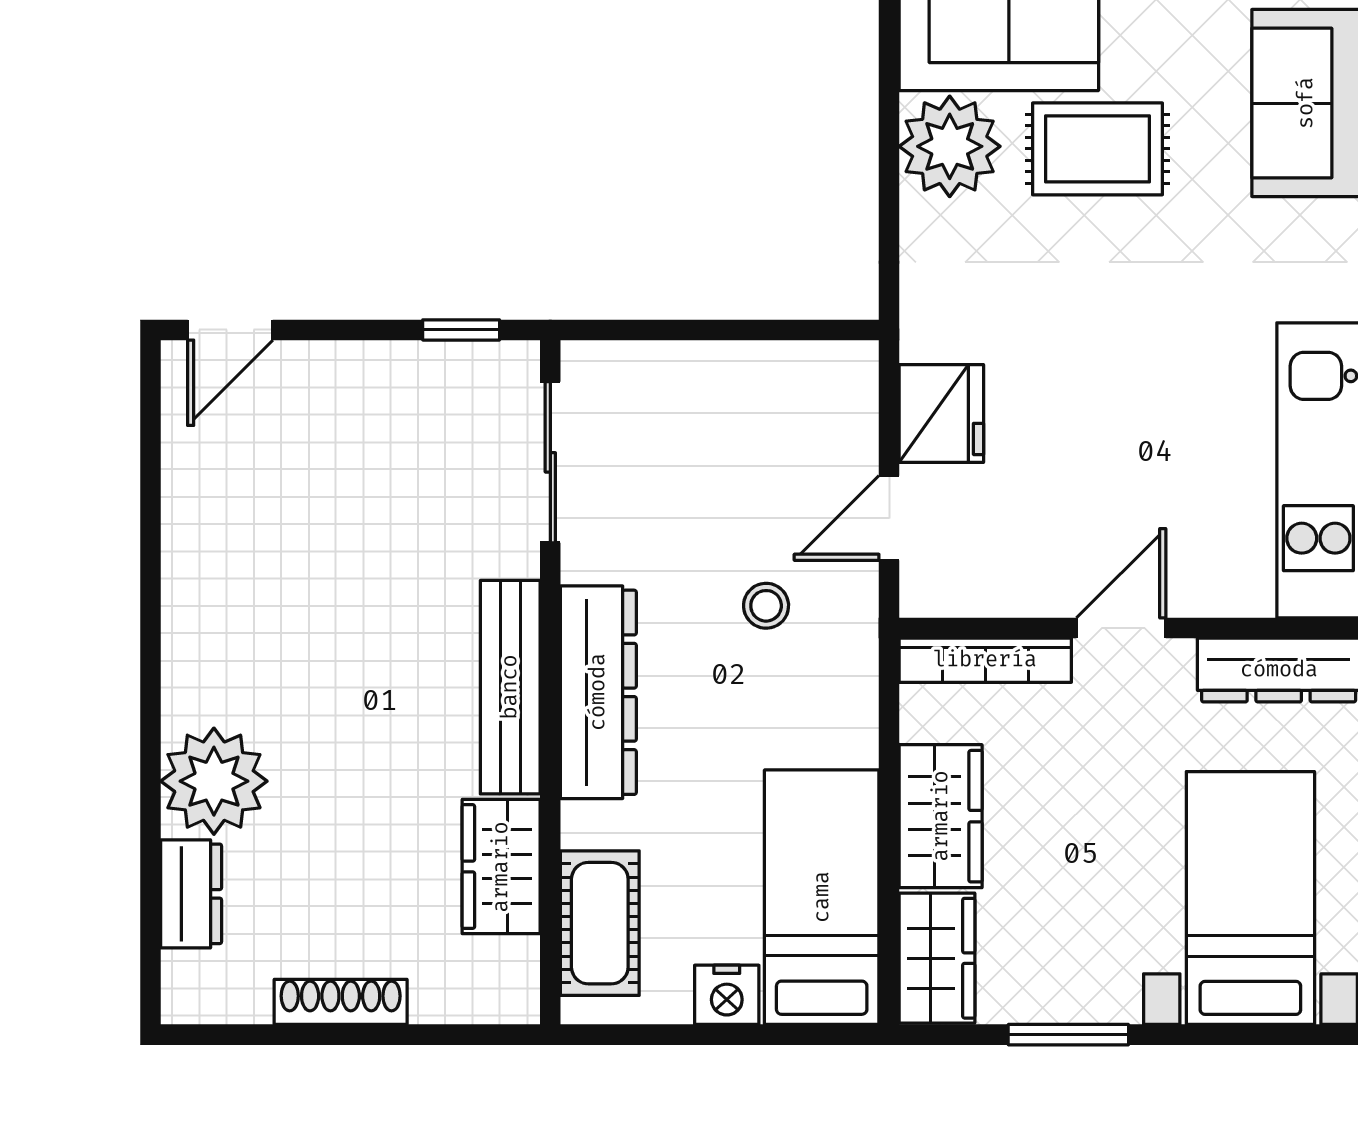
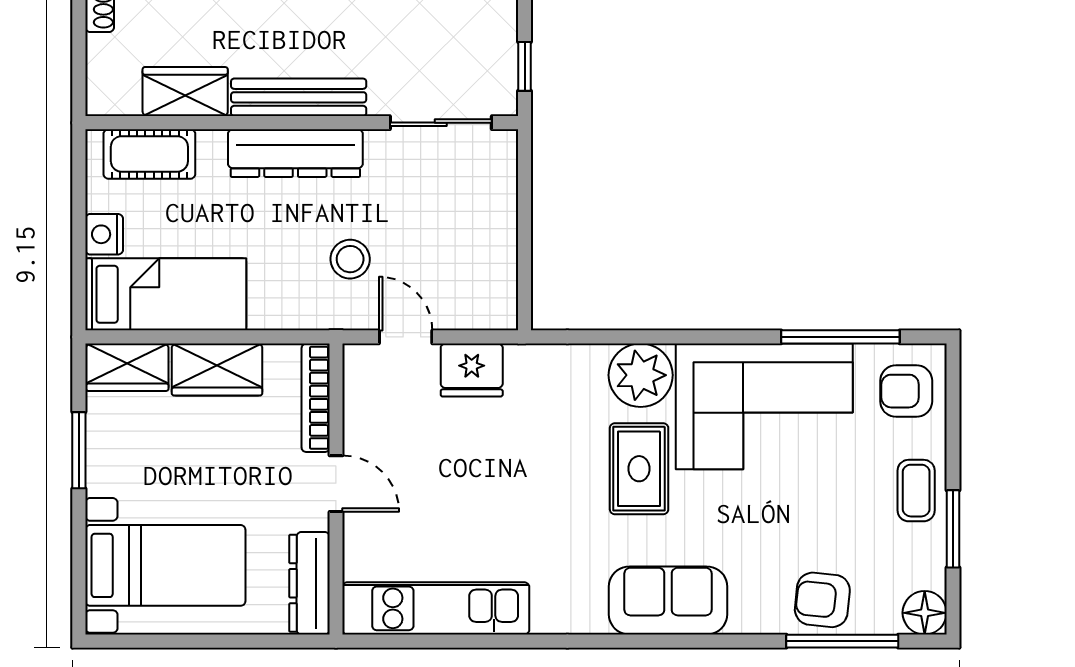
stool: (766, 606) -> (350, 259), width x1.37, depth x1.37

